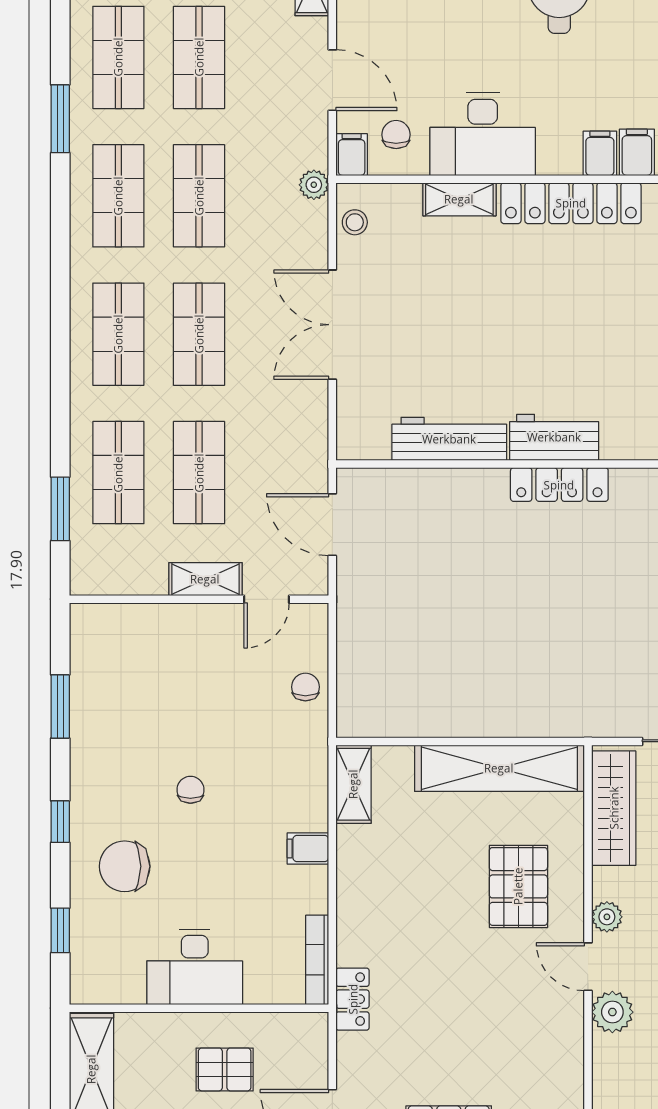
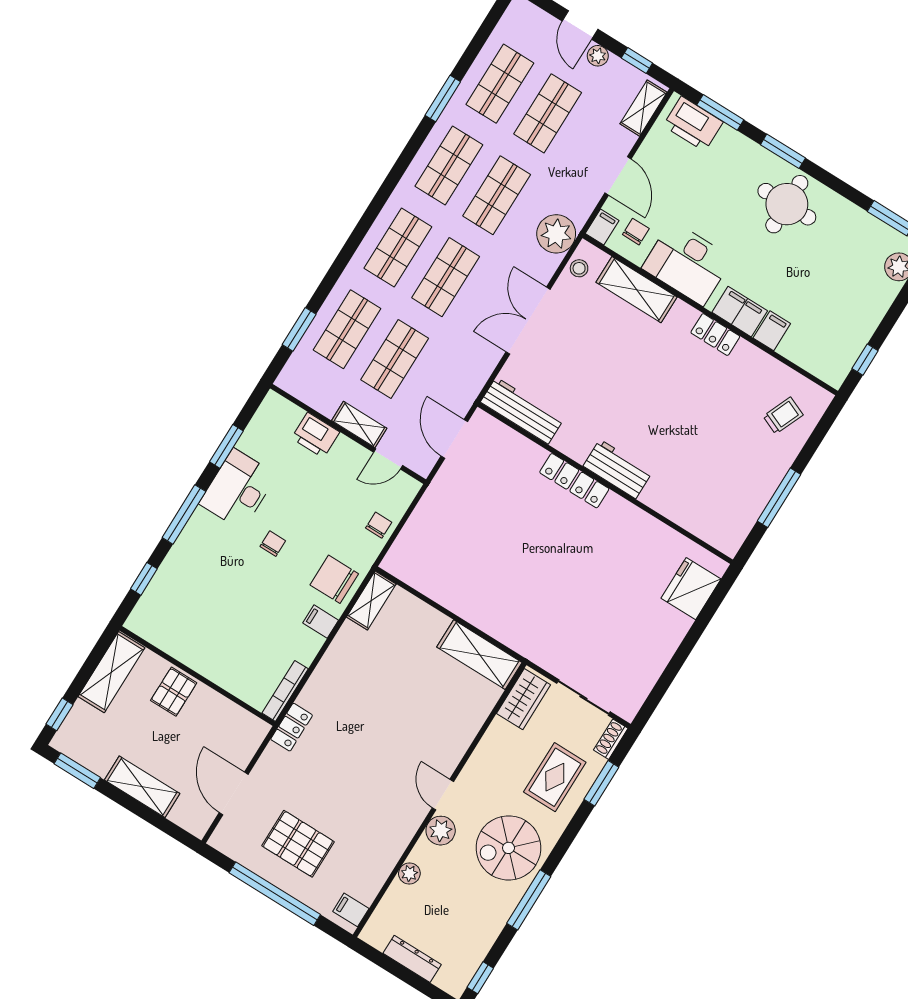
filing cabinet: (600, 153) -> (740, 312), width x2.00
plant: (314, 185) -> (556, 234), width x1.87, depth x1.87
shelving: (459, 199) -> (637, 290), width x1.50, depth x1.33
locker: (571, 203) -> (715, 335), width x0.46, depth x0.83
workbench: (449, 439) -> (522, 411), moved
locker: (559, 485) -> (574, 481), moved
printer: (160, 625) -> (315, 435), added
shelving: (499, 768) -> (479, 655), width x0.68
wardrobe: (614, 808) -> (523, 699), width x0.67
window: (60, 822) -> (184, 514), width x2.17
chair: (125, 866) -> (334, 579), moved
pallet: (518, 886) -> (431, 722), removed
plant: (607, 917) -> (409, 873), moved
desk: (195, 967) -> (238, 489), moved, turned 90
pallet: (225, 1069) -> (174, 692), moved, turned 90

